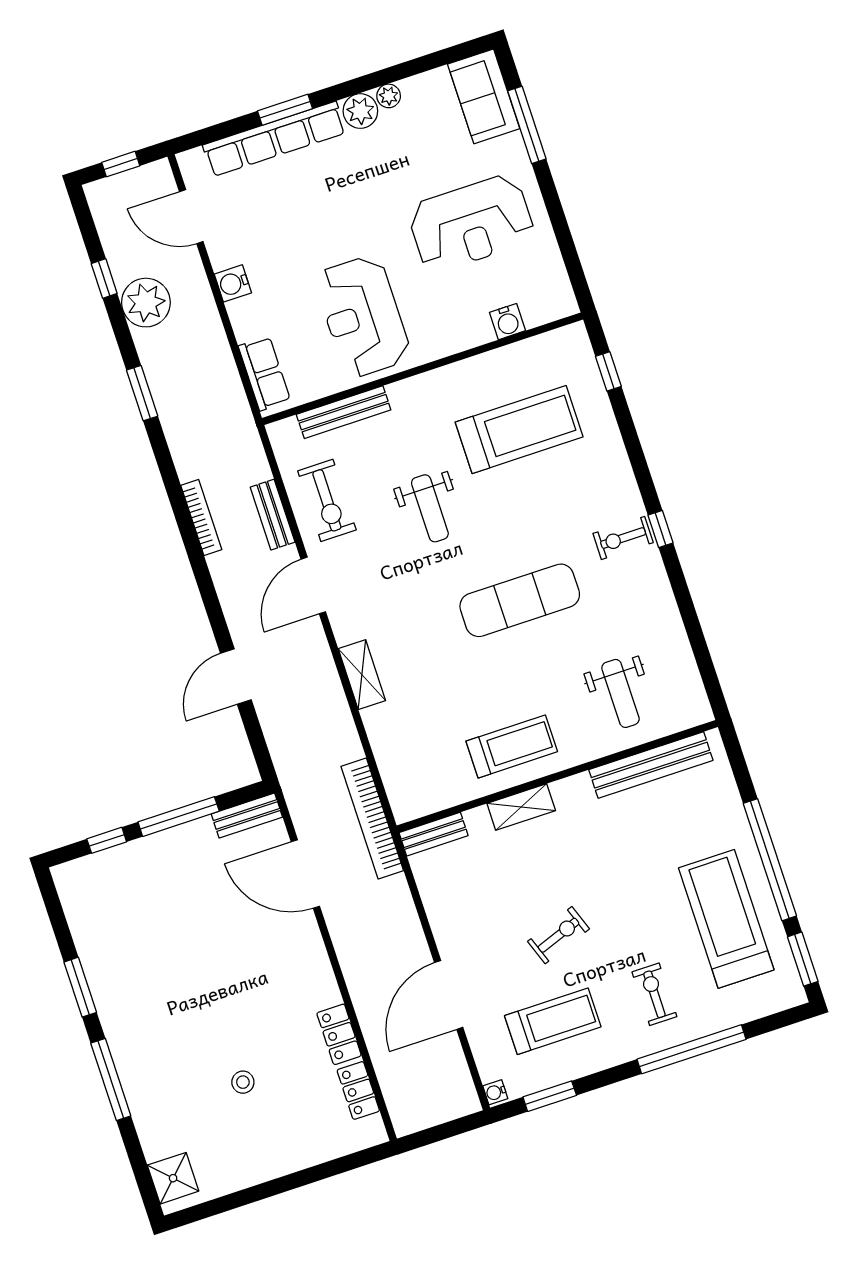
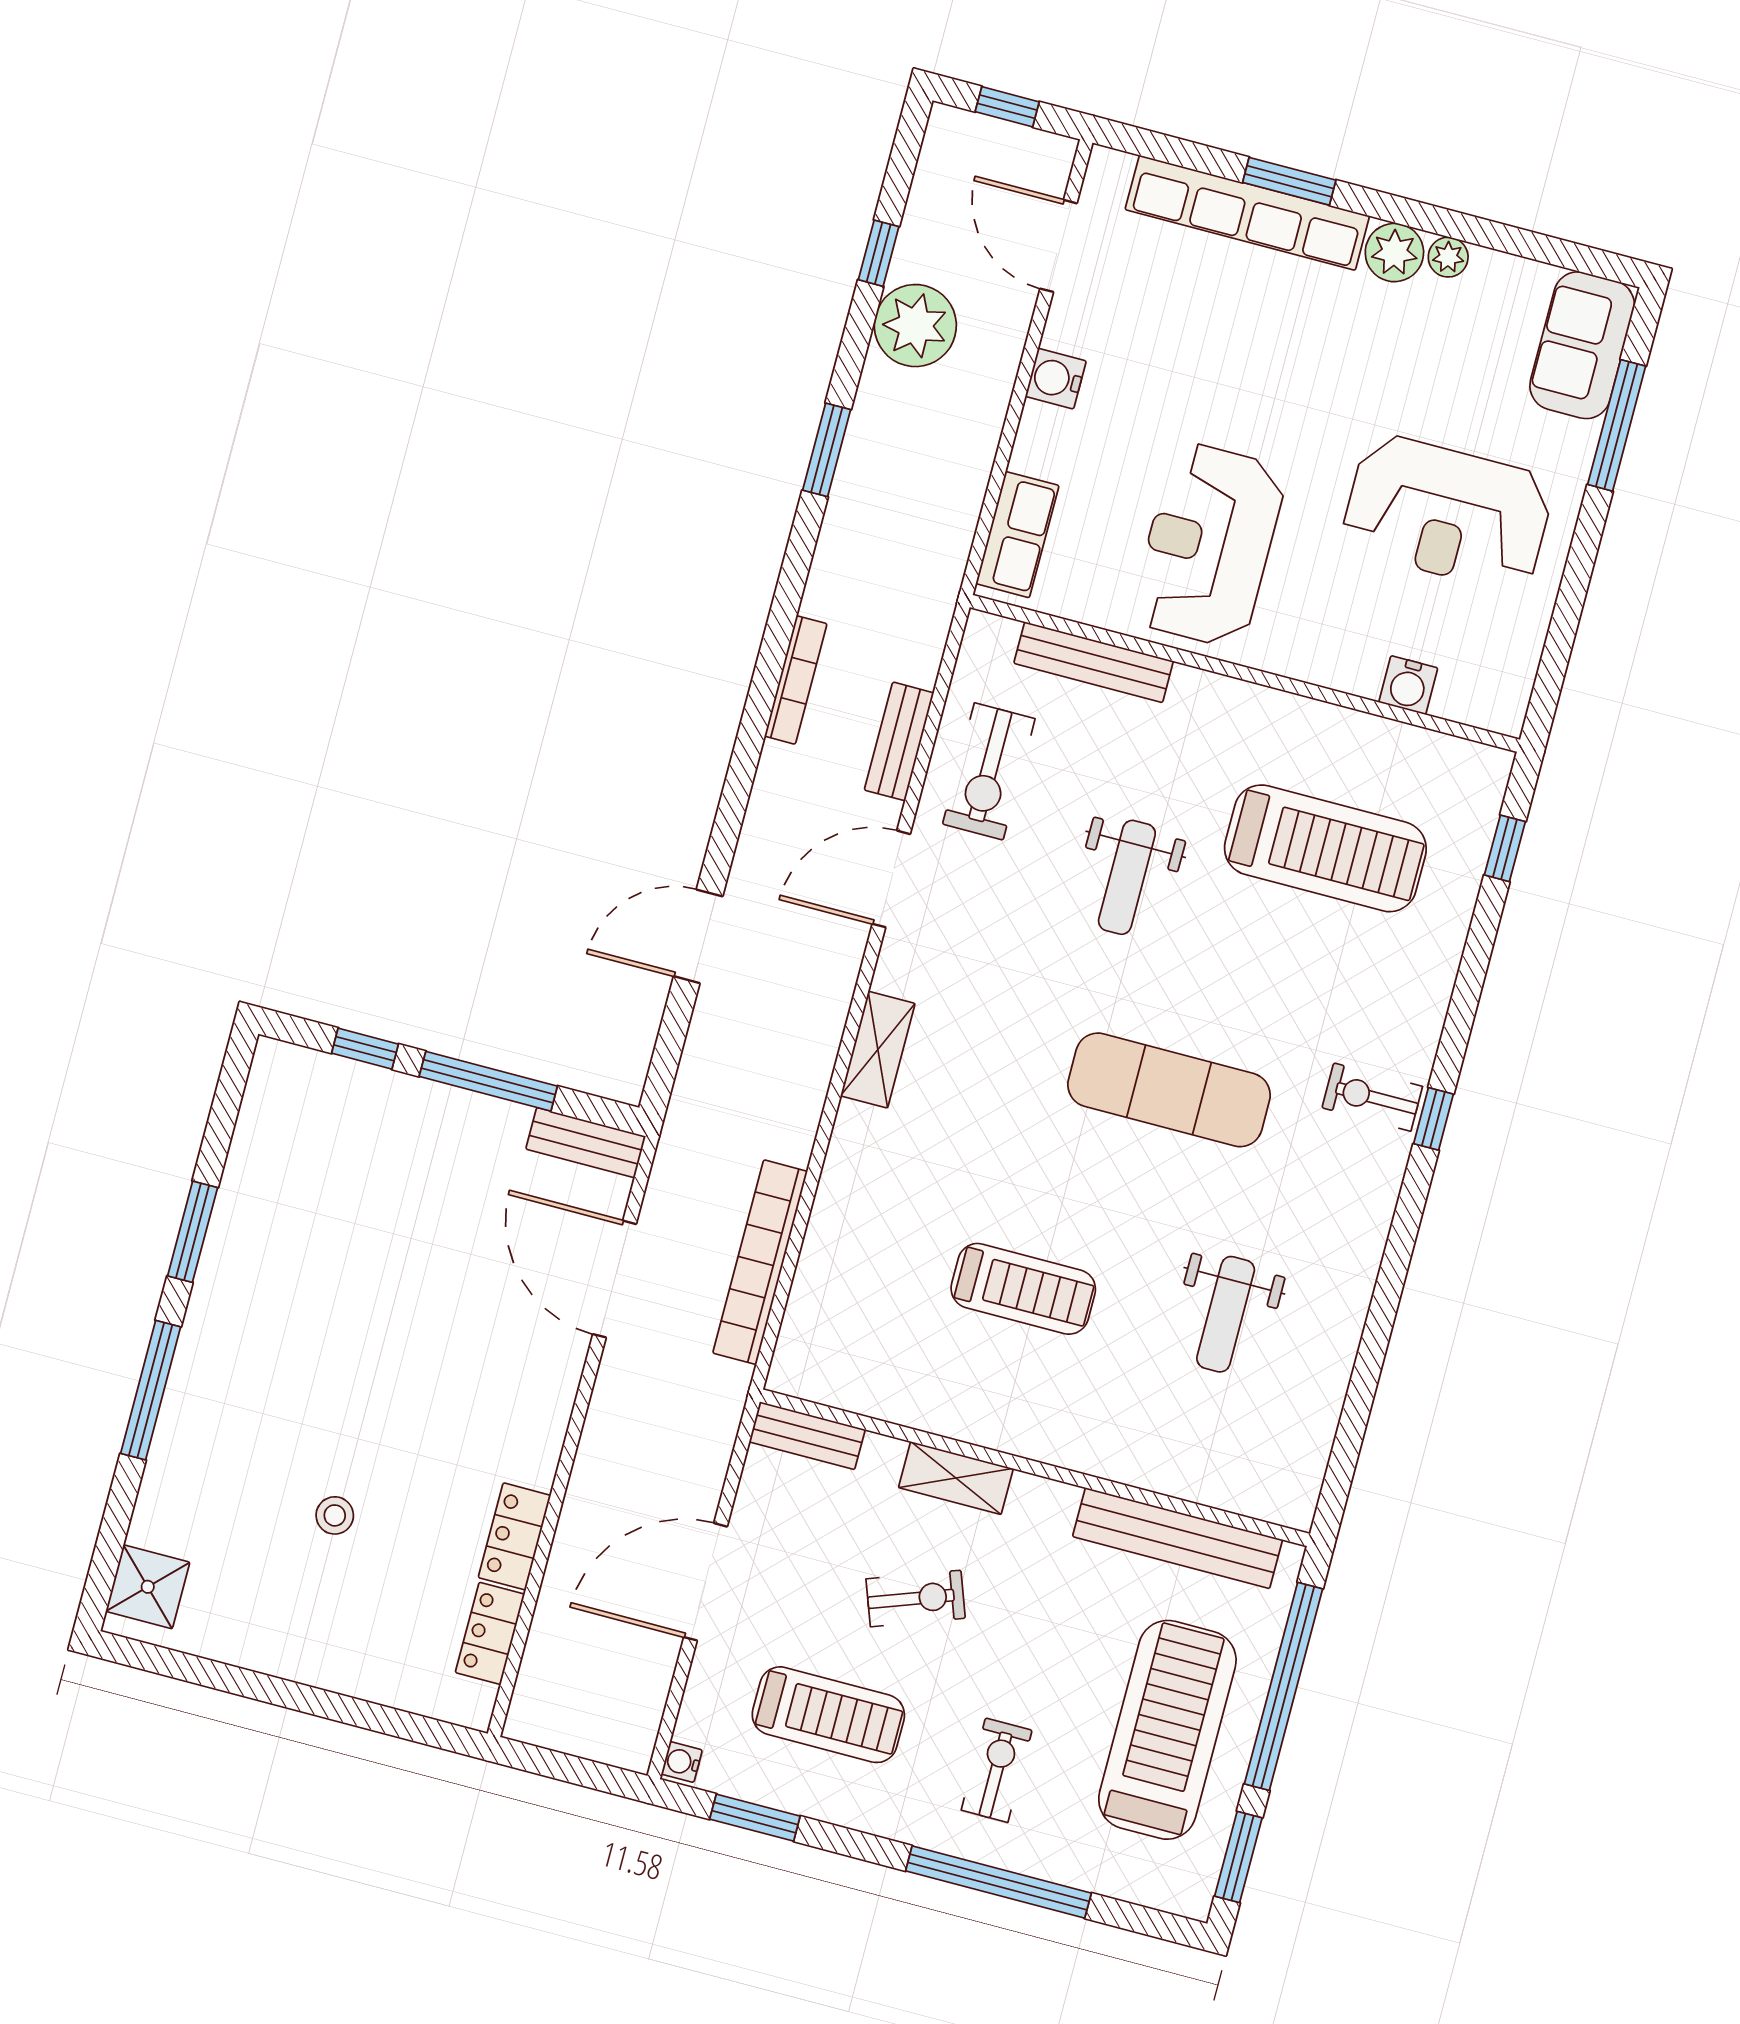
bench: (651, 765) -> (1178, 1538), moved
wall: (557, 776) -> (1035, 1468), moved
shelving: (521, 807) -> (956, 1478), moved
bench: (434, 834) -> (807, 1436), moved

